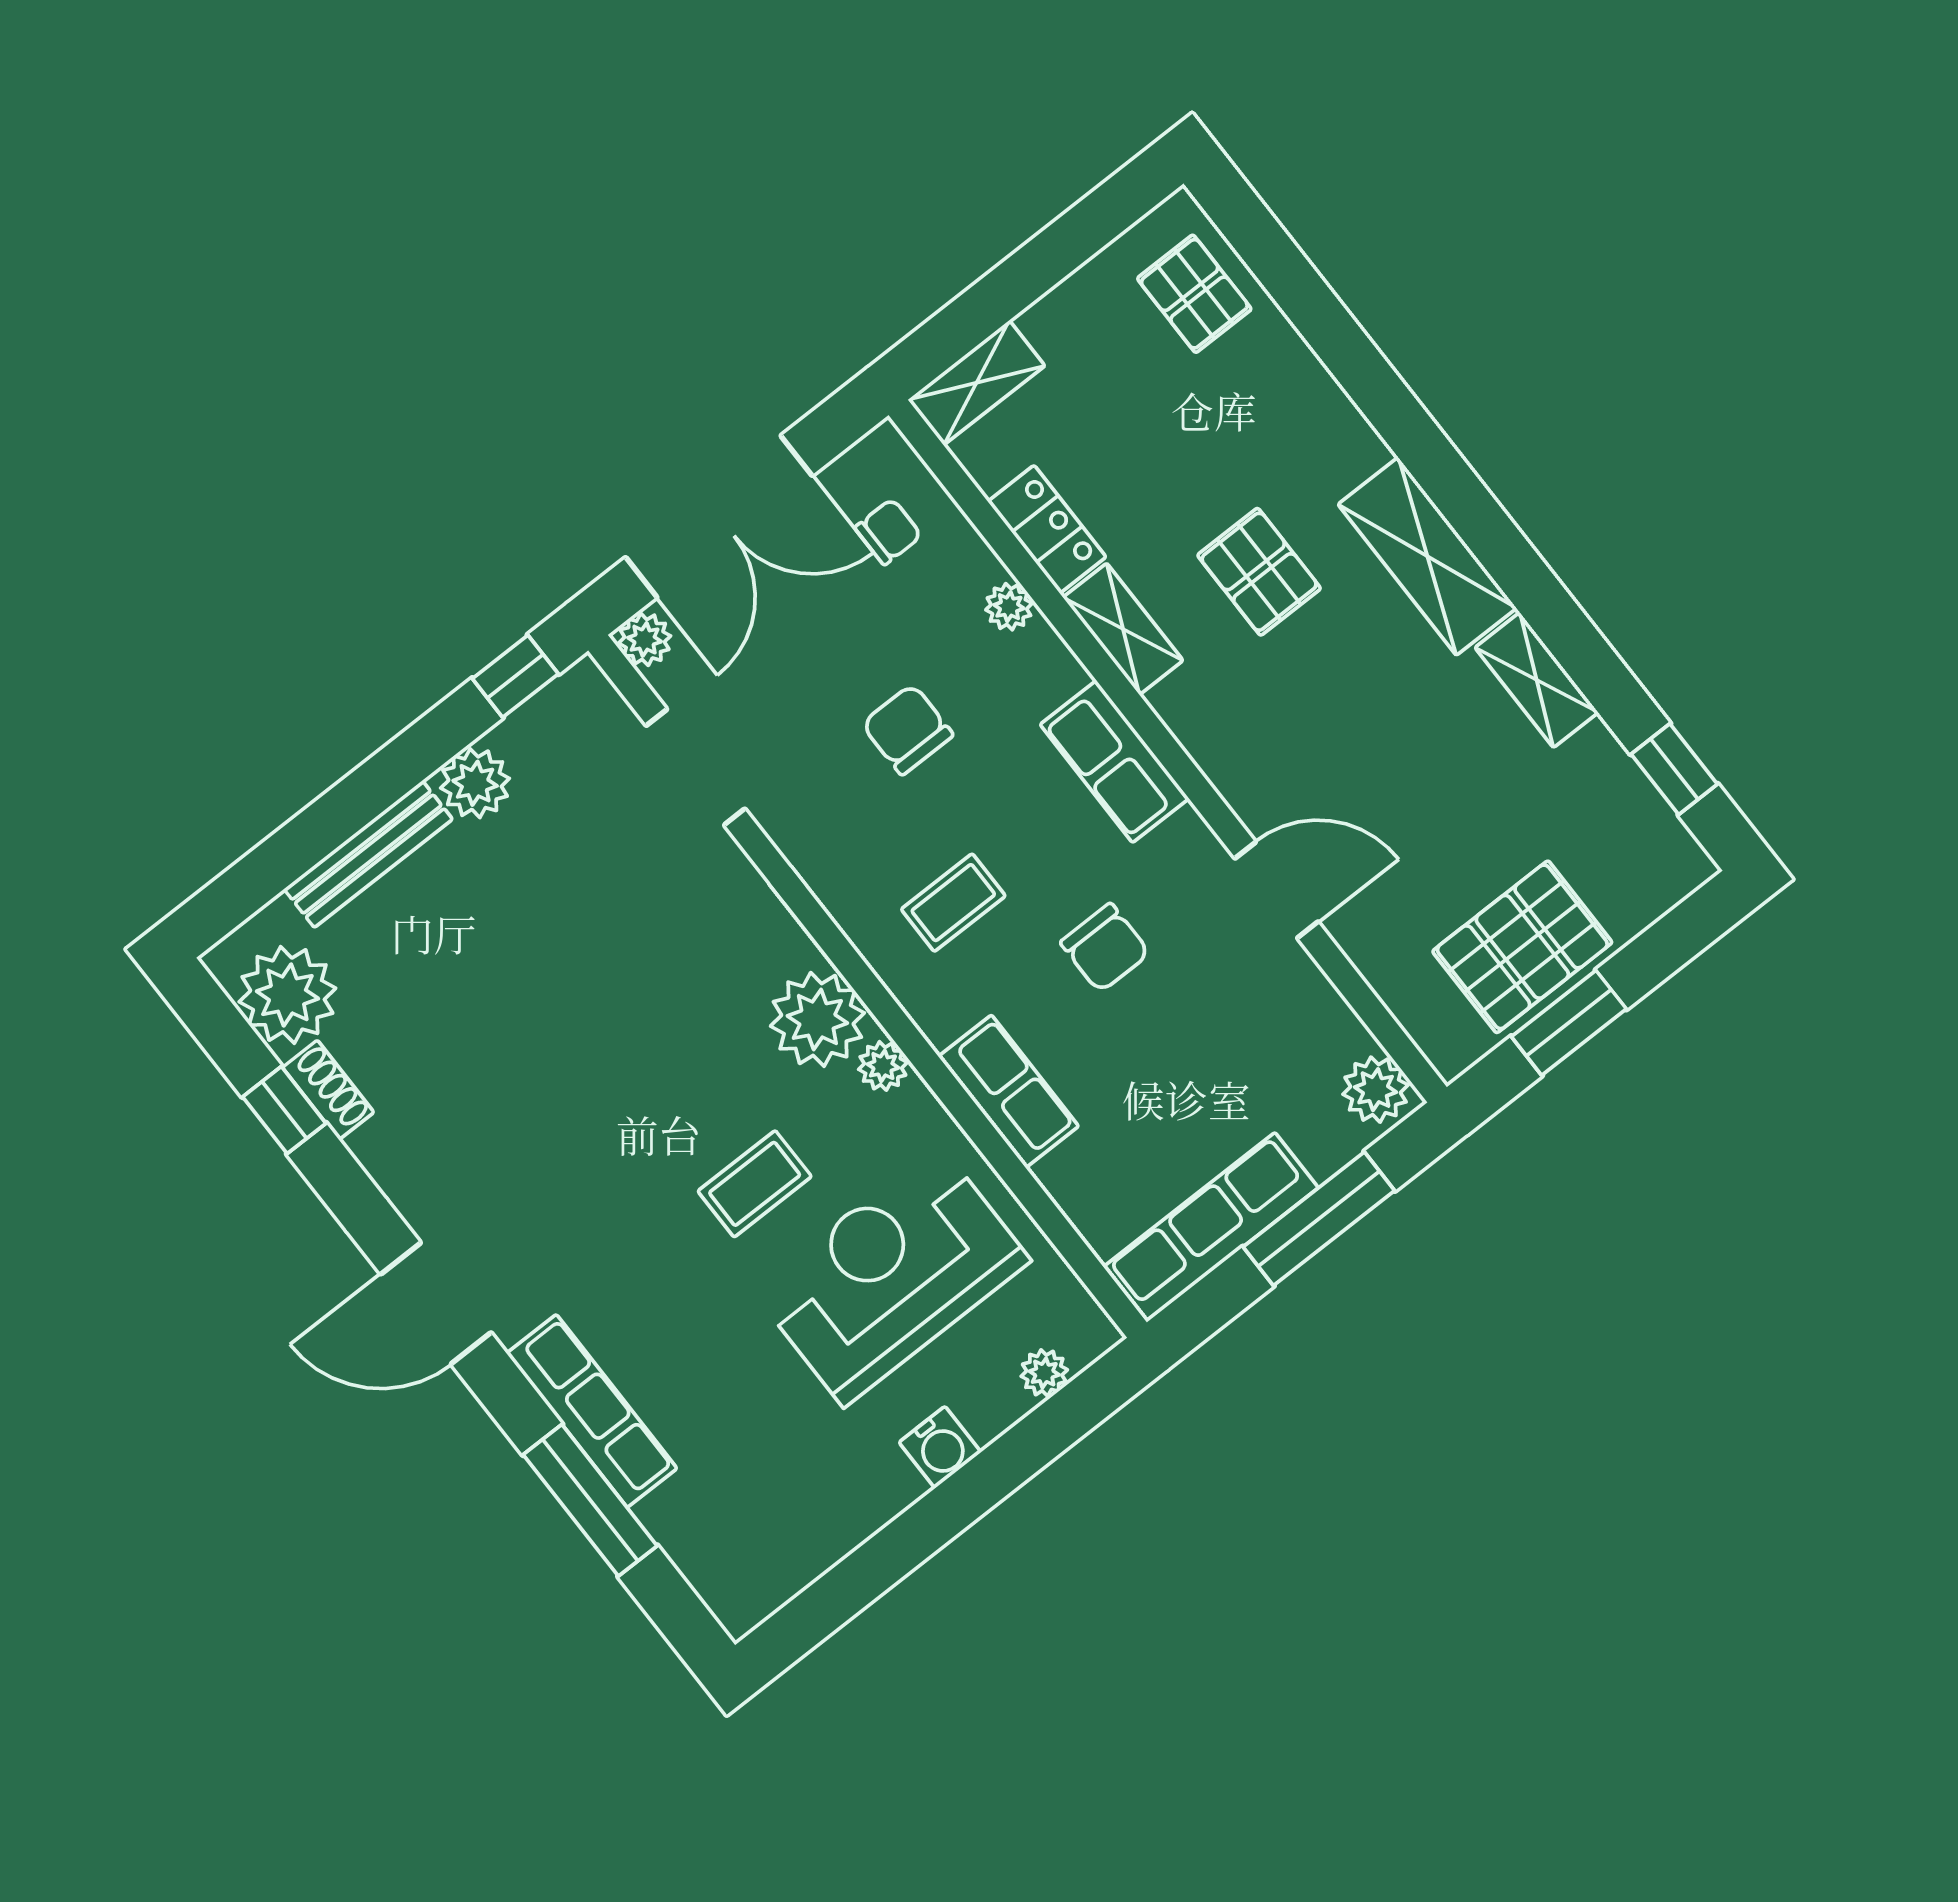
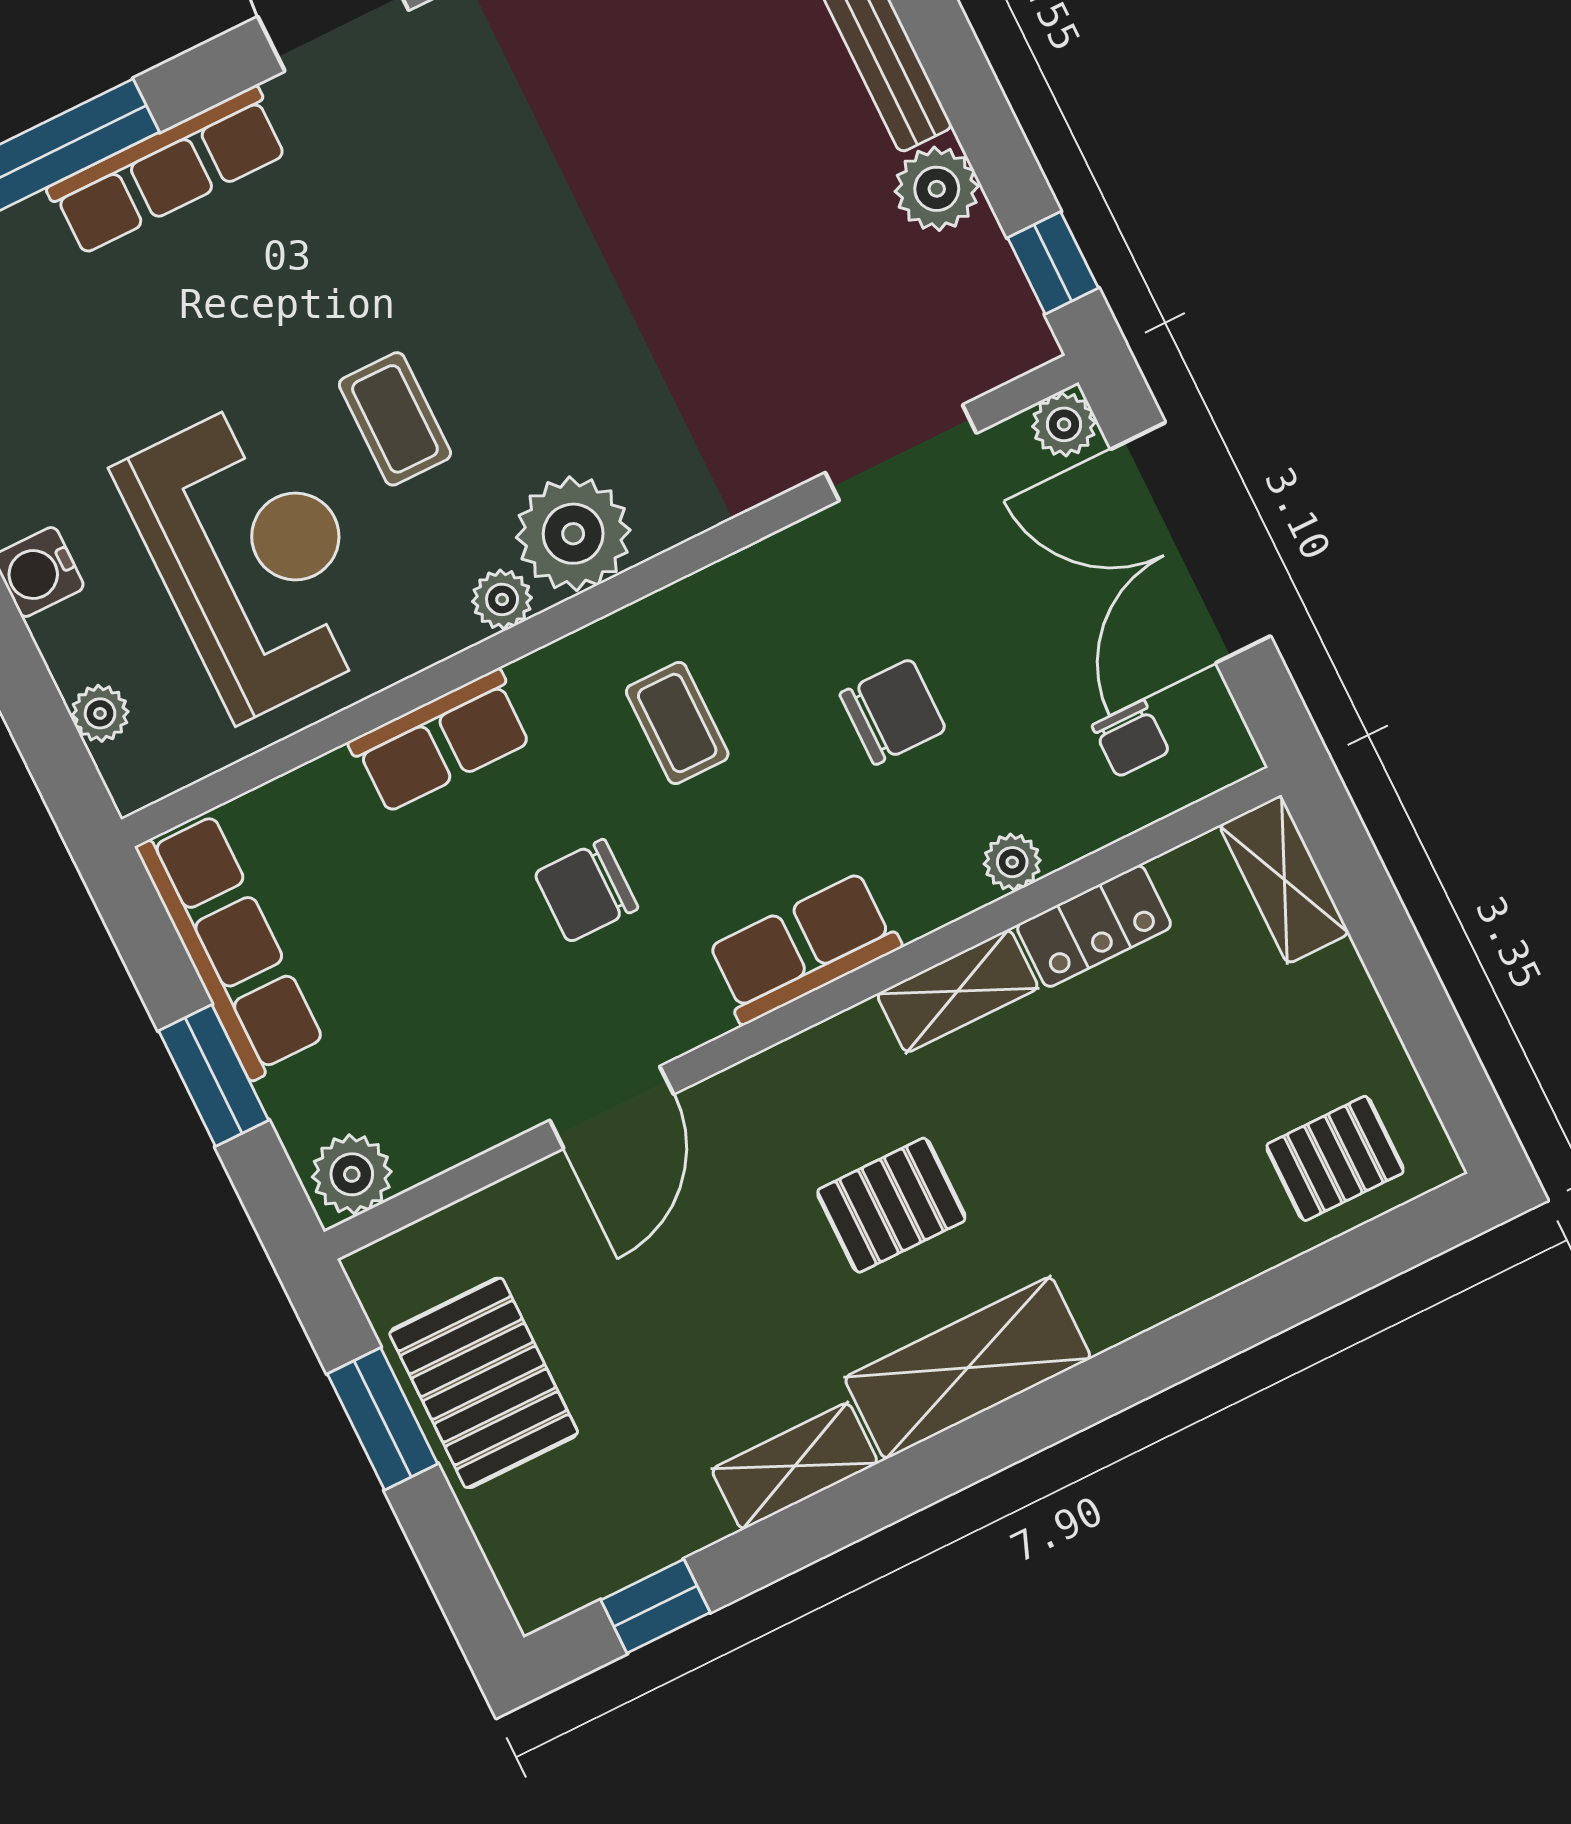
pallet: (1259, 572) -> (891, 1205), moved
window: (1319, 1219) -> (214, 1075), width x0.69

